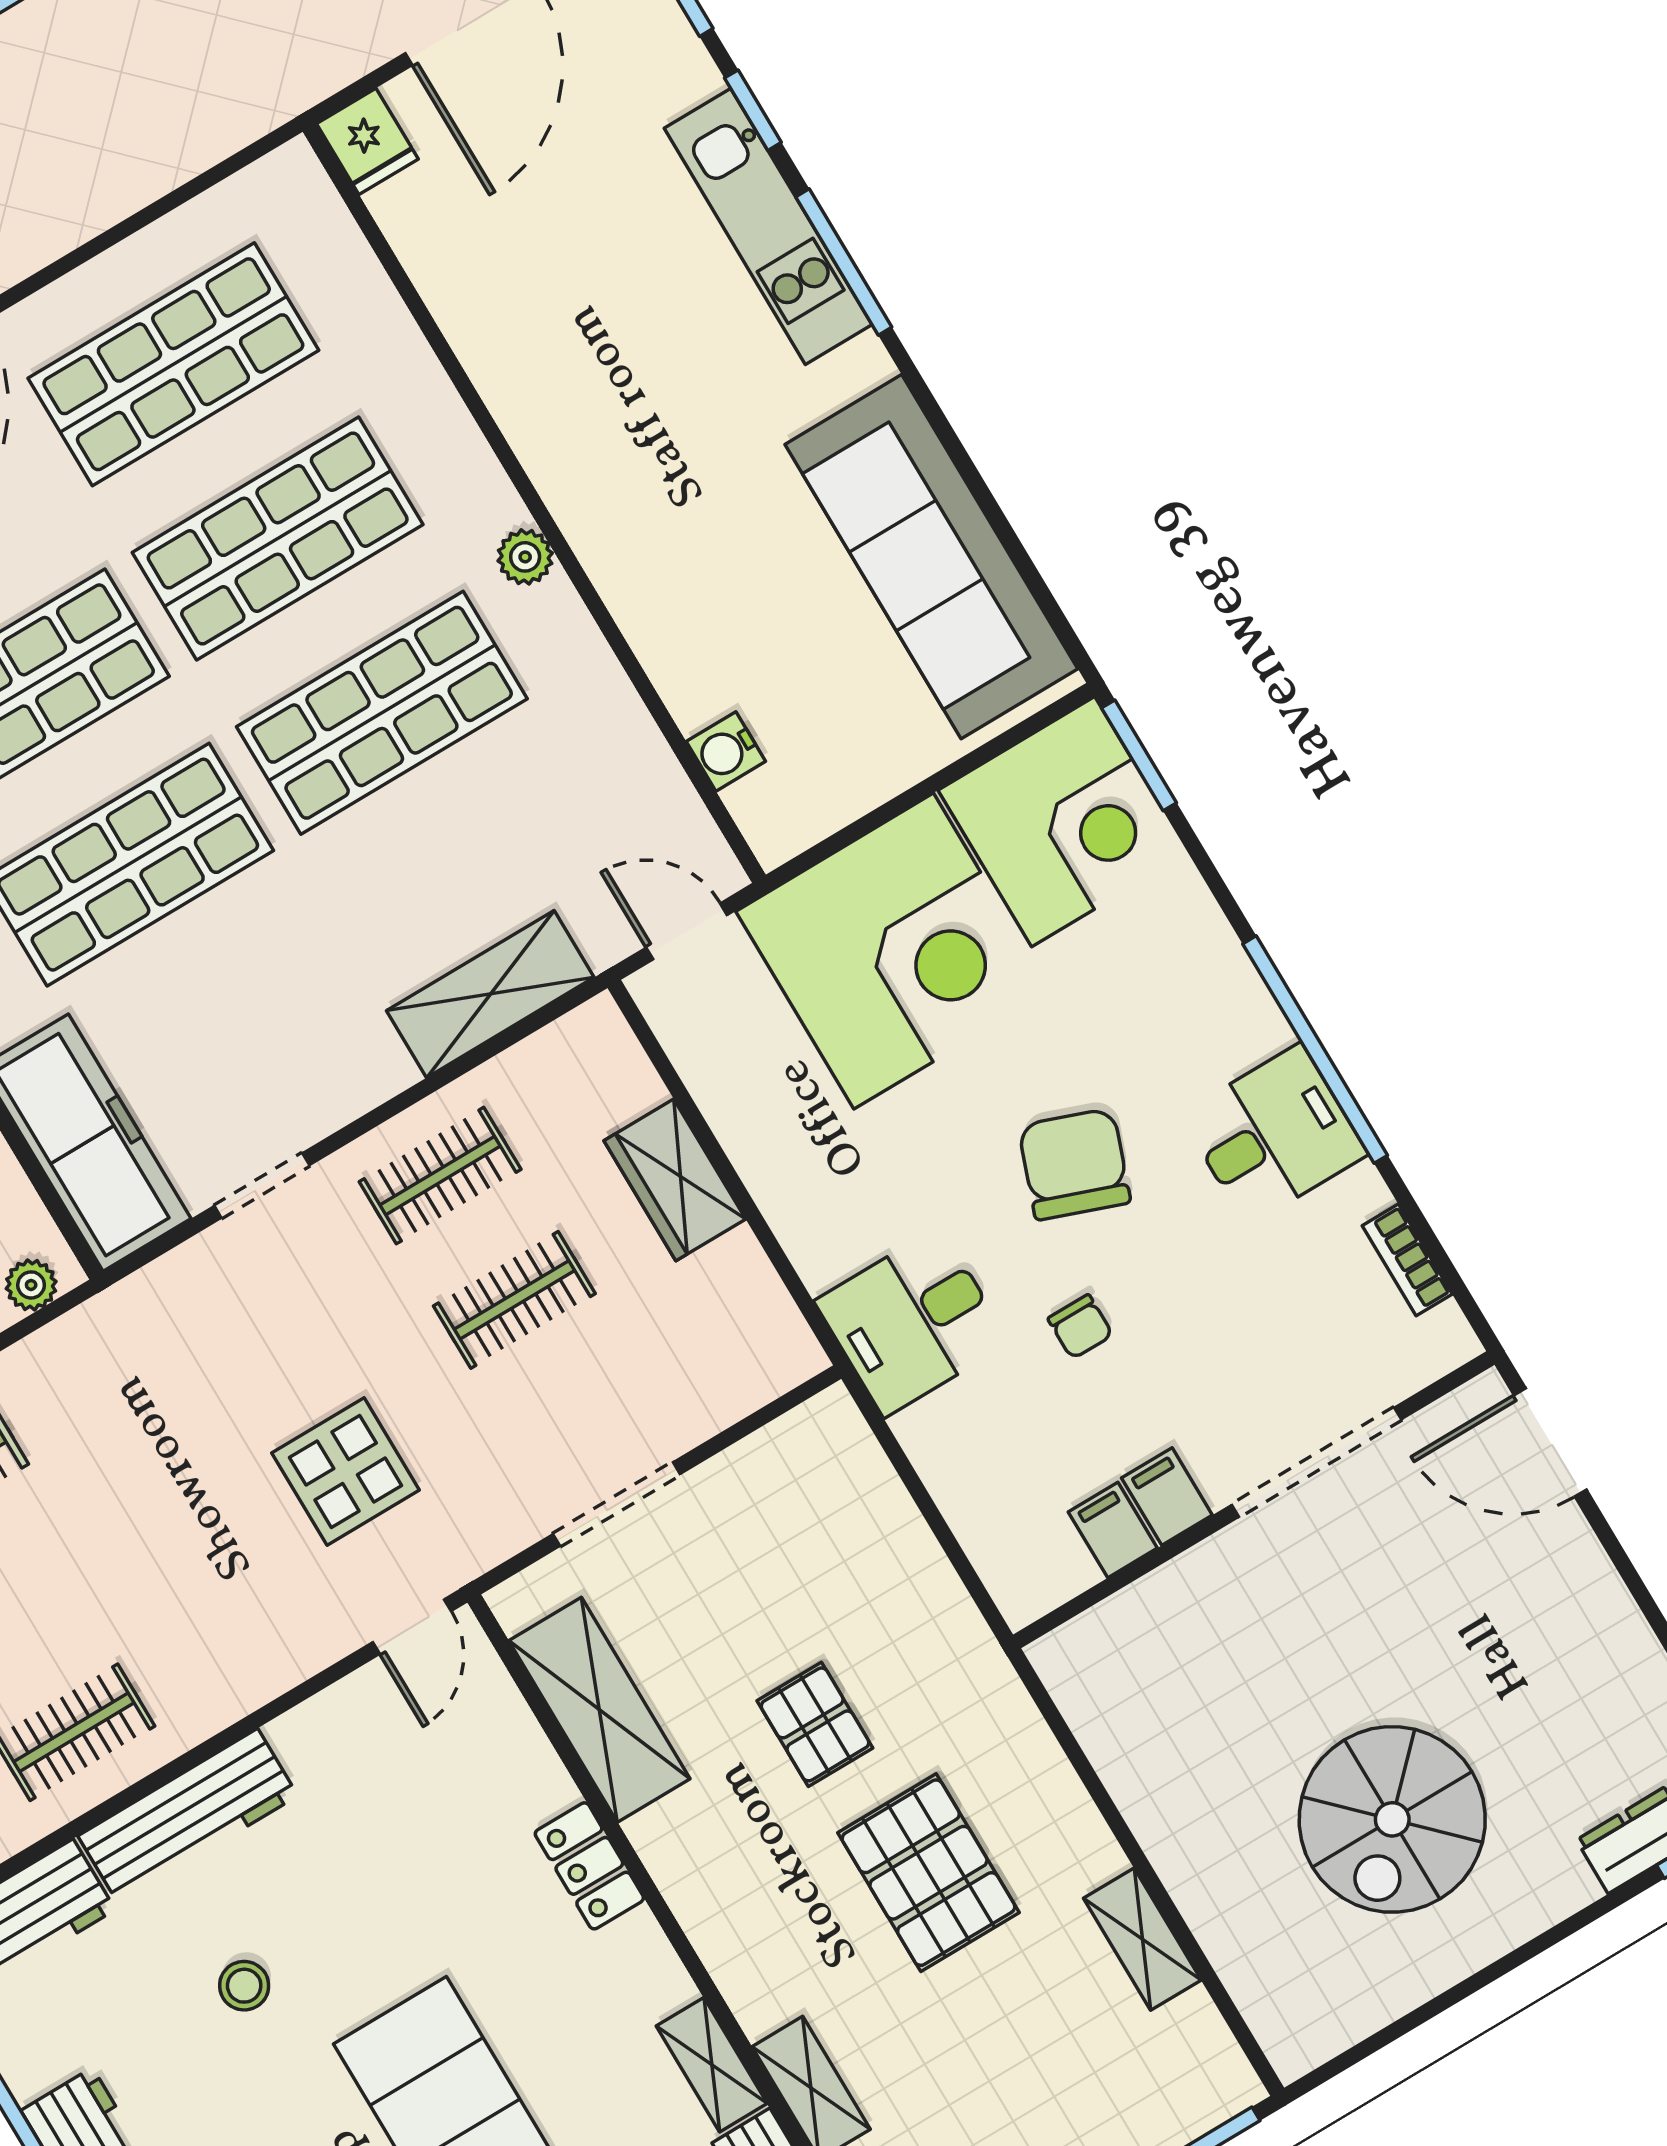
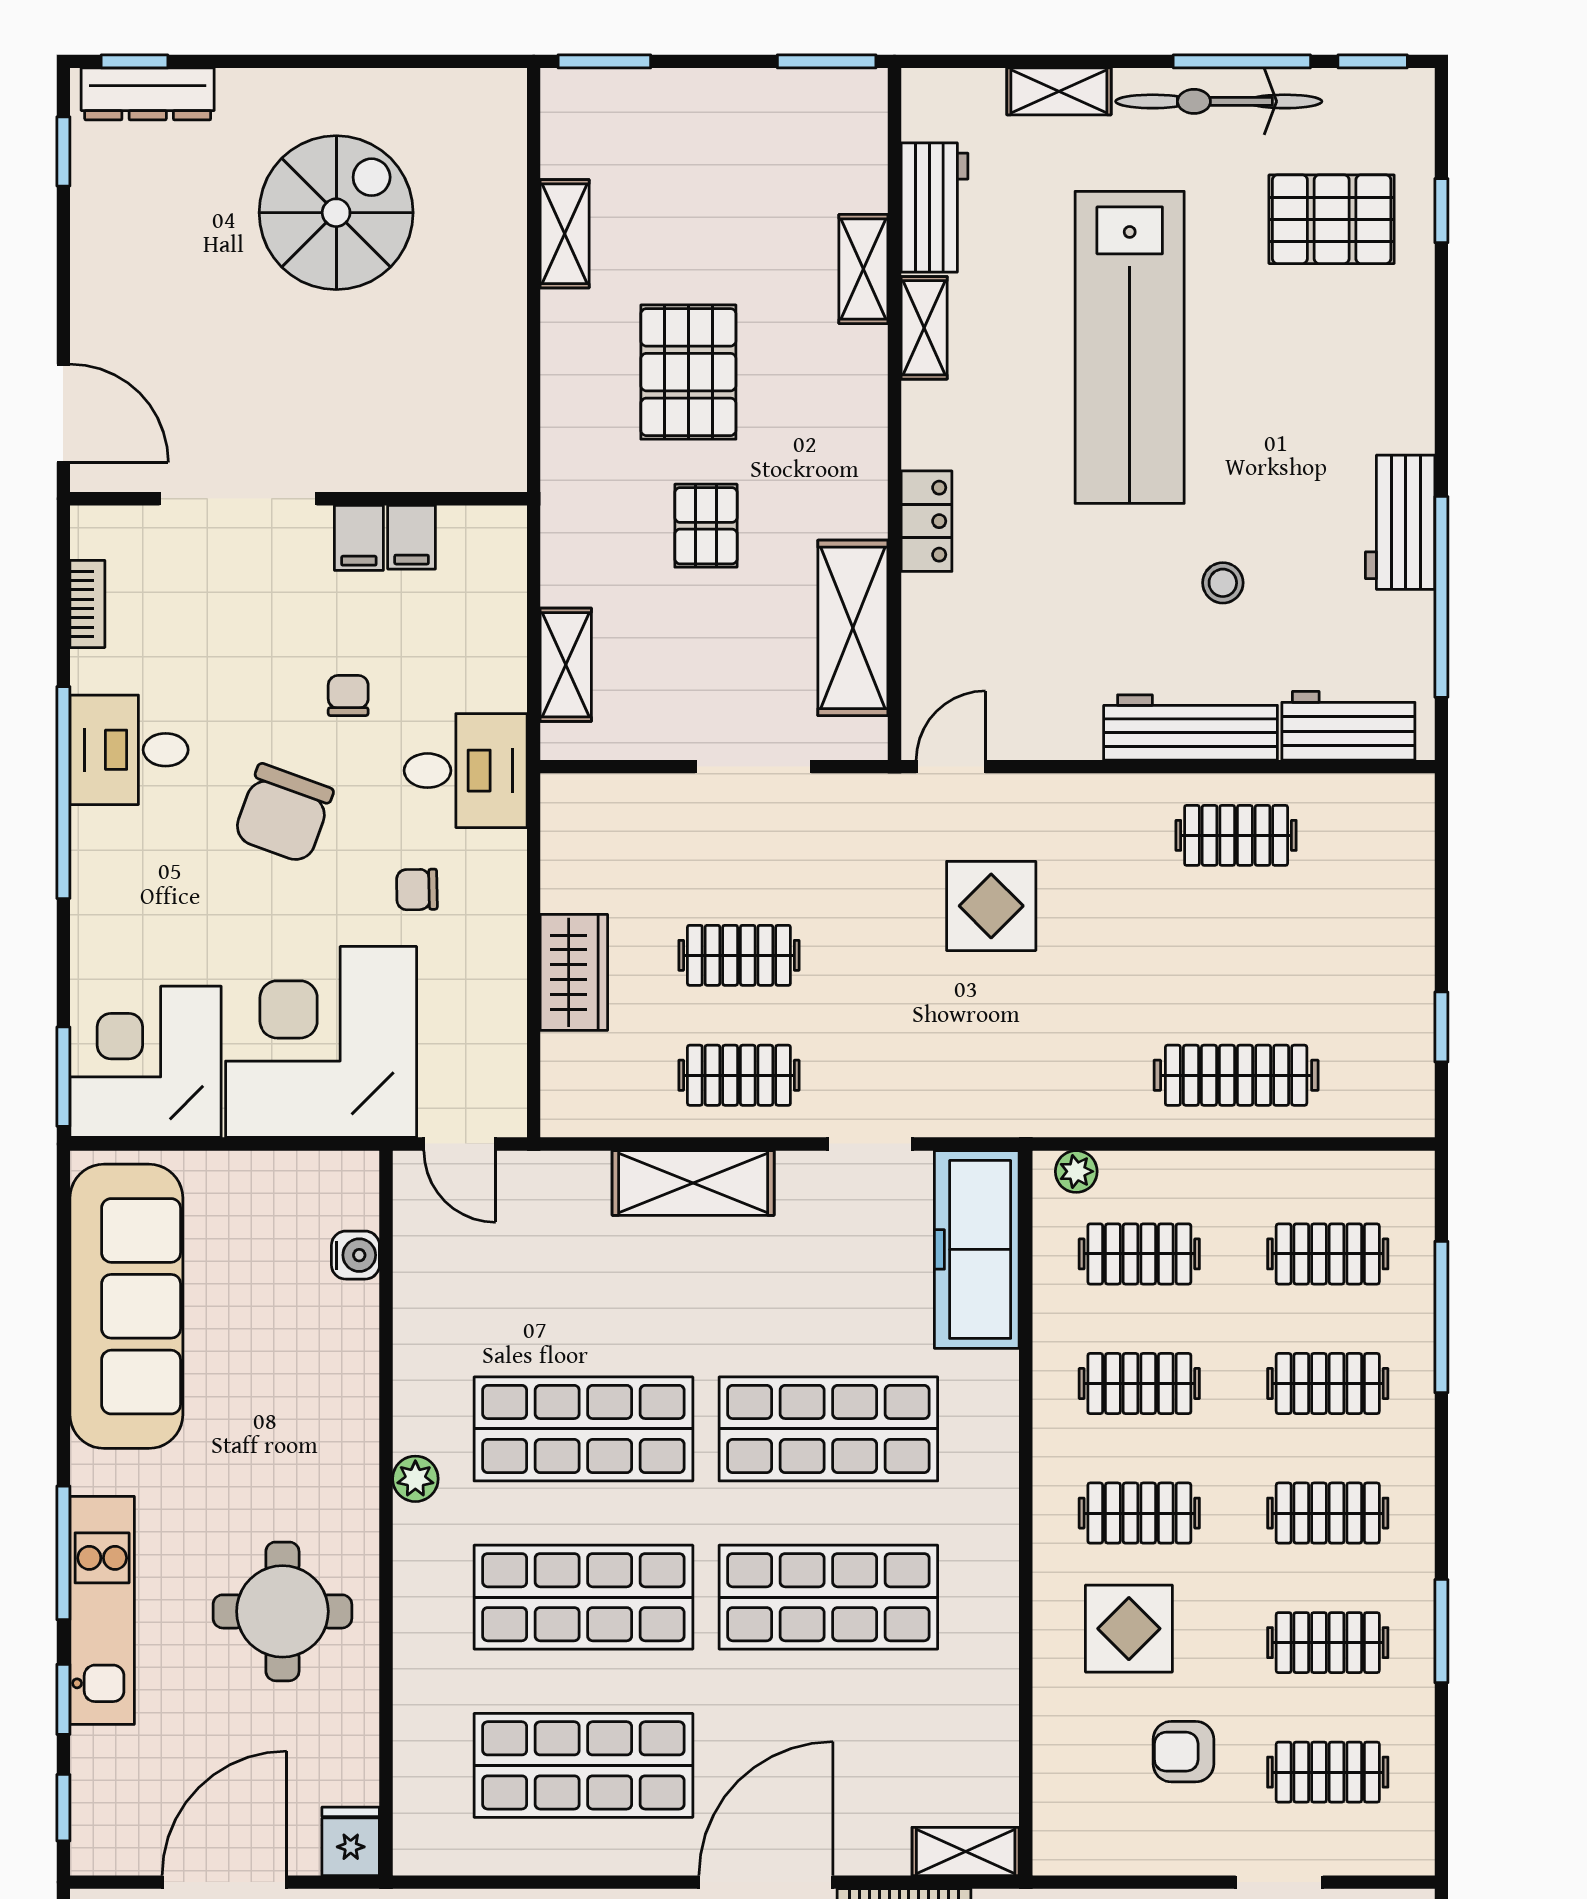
round table: (581, 337) -> (282, 1611), added
shelving: (490, 994) -> (693, 1183), moved
chair: (889, 1168) -> (417, 889), added
display table: (346, 1472) -> (991, 906), moved
shelving: (874, 1493) -> (566, 665), added

